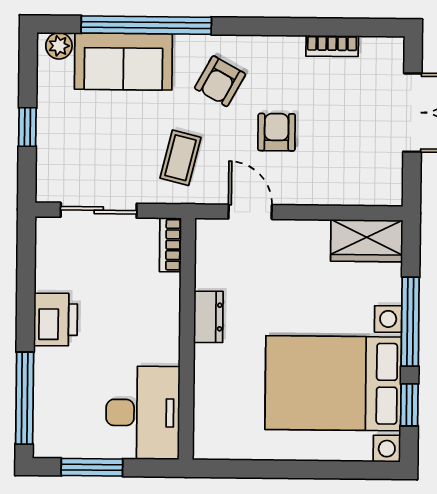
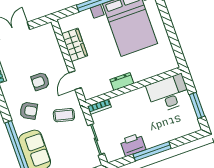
wardrobe: (367, 241) -> (75, 45), moved
printer: (56, 320) -> (133, 145), moved
window: (25, 398) -> (152, 151), moved

